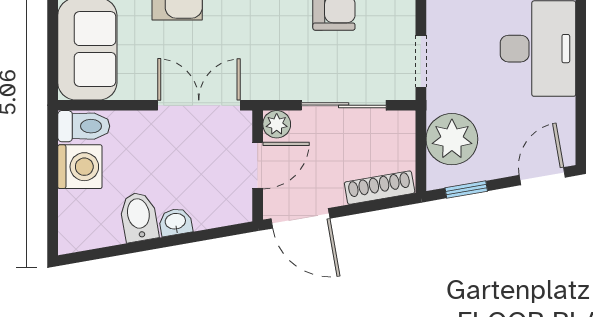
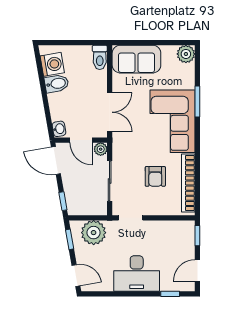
washing machine: (80, 167) -> (52, 64), moved, turned -100
shoe rack: (380, 188) -> (71, 198), removed
window: (386, 204) -> (63, 201), added
door: (300, 218) -> (56, 160), hinge flipped
washbasin: (175, 222) -> (59, 129), moved

